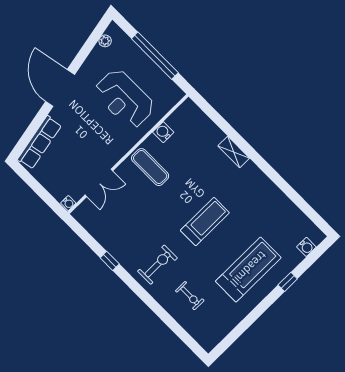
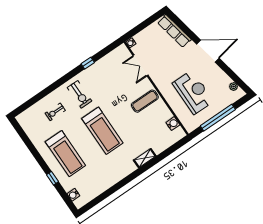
reception desk: (124, 99) -> (193, 92), turned 90
water cooler: (163, 132) -> (173, 124), moved
treadmill: (205, 222) -> (102, 131), width x1.37, depth x1.38

